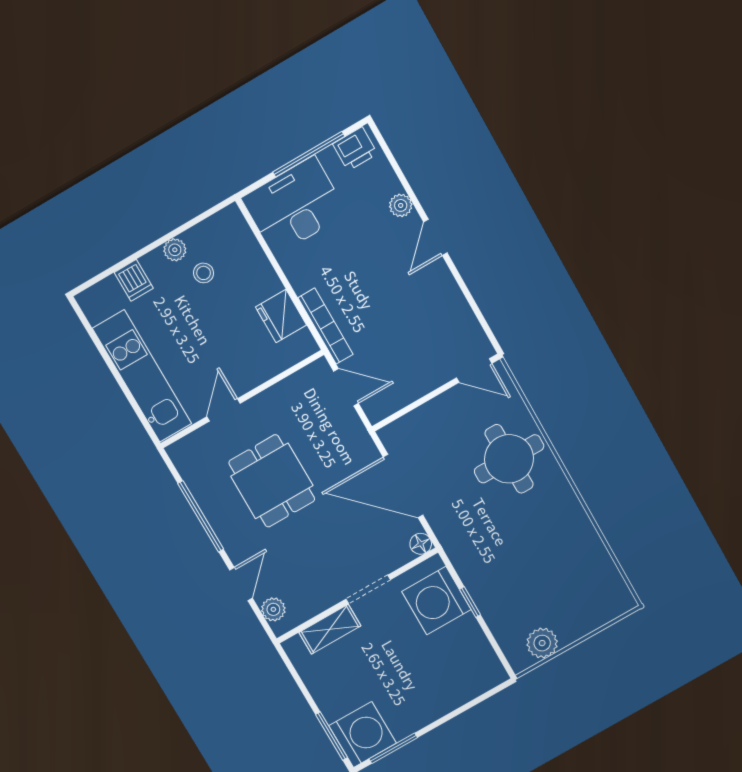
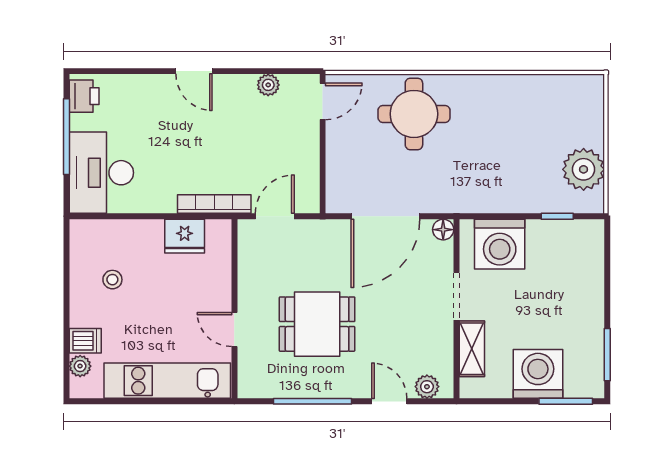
plant: (401, 205) -> (268, 85), moved
plant: (175, 250) -> (80, 366), moved
window: (470, 602) -> (557, 216), moved
plant: (542, 643) -> (584, 169), width x1.36, depth x1.36
washing machine: (363, 734) -> (538, 374), moved

